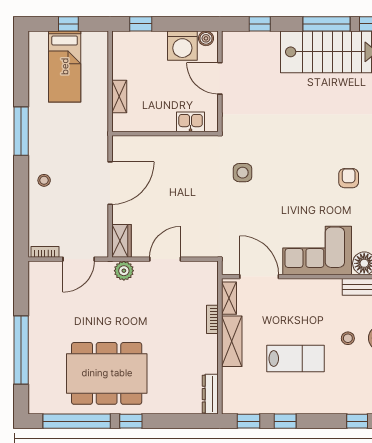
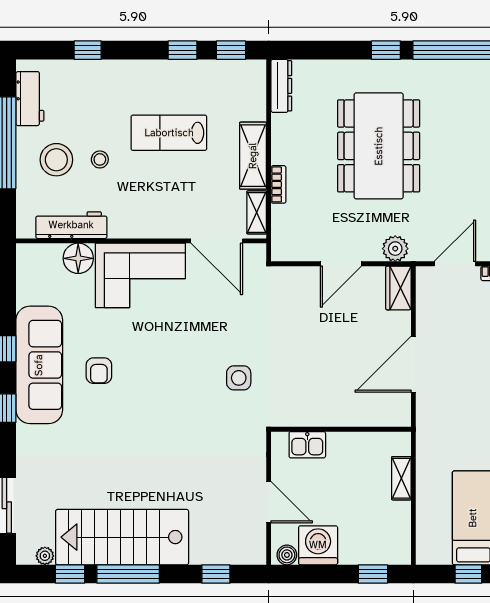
dining table: (107, 373) -> (379, 146), moved, turned 90

